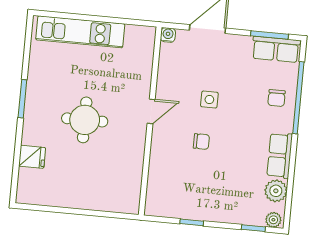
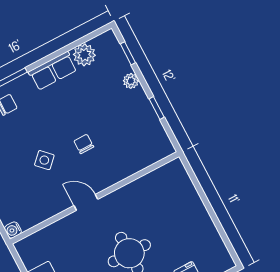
side table: (209, 100) -> (44, 160), turned 45
plant: (273, 220) -> (131, 81), moved

